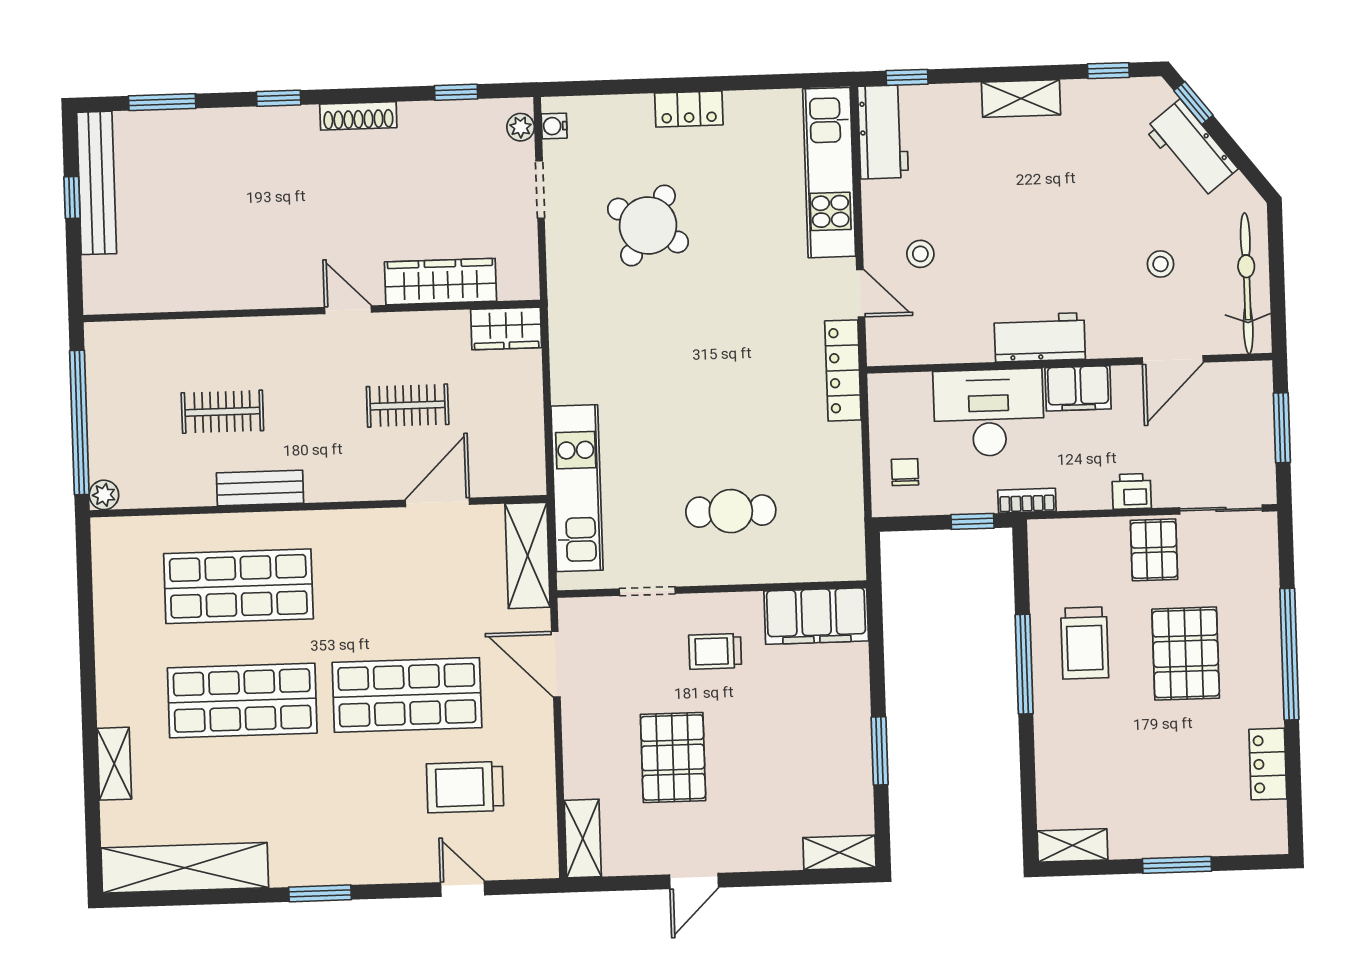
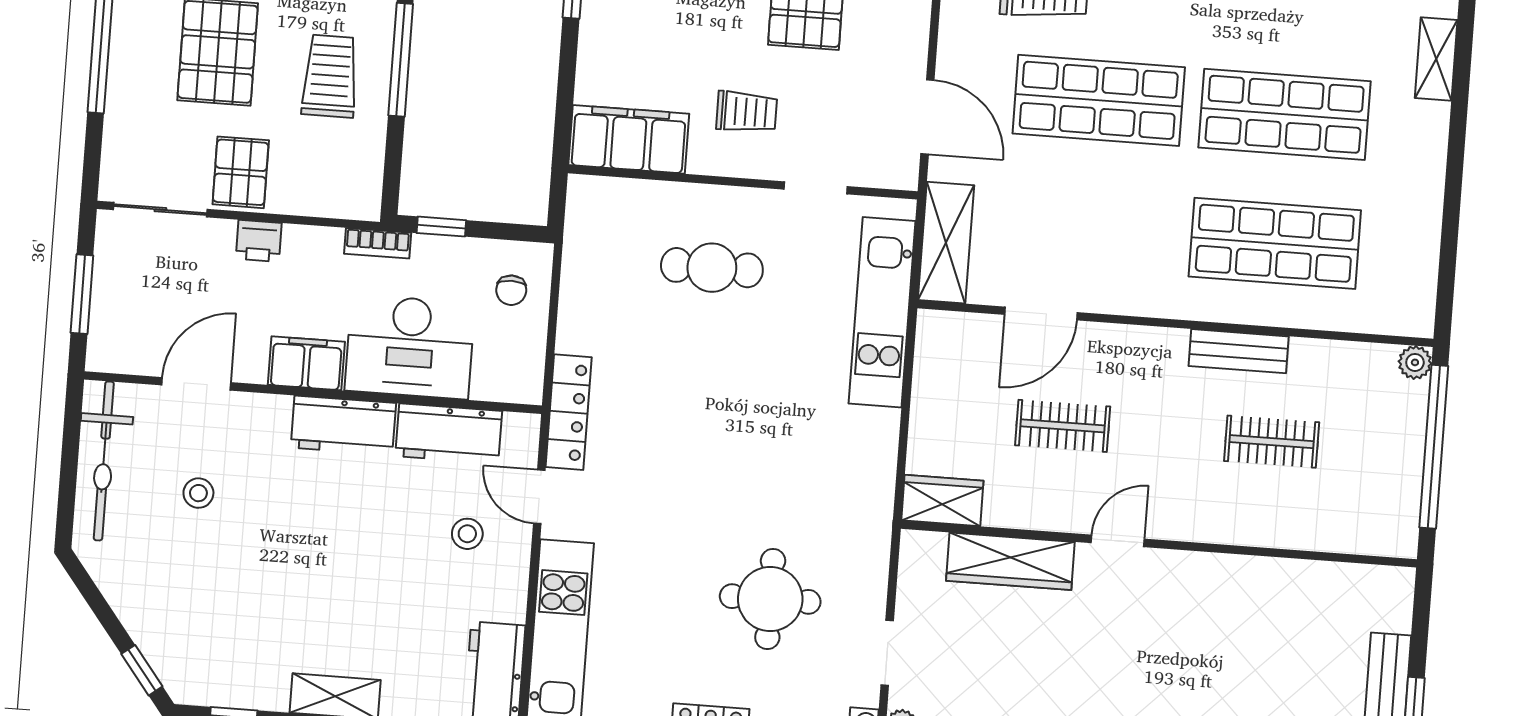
workbench: (1191, 149) -> (449, 434), moved, turned 128
round table: (648, 225) -> (770, 599), turned -31
door: (348, 310) -> (1118, 541), swing flipped

